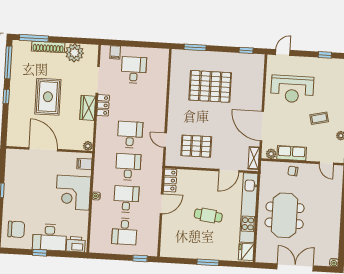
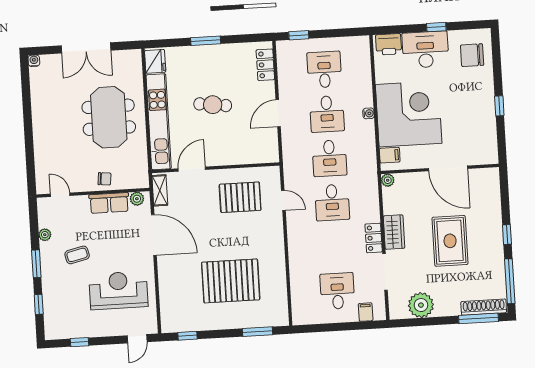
shoe rack: (48, 47) -> (484, 307), moved
desk: (134, 70) -> (337, 291), turned 180
locker: (170, 180) -> (265, 65), moved
corner desk: (73, 193) -> (409, 114), width x1.36, depth x1.36

